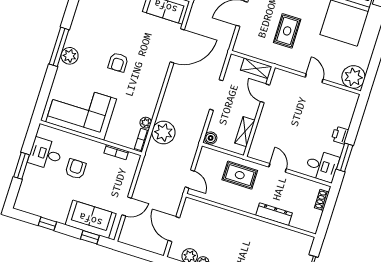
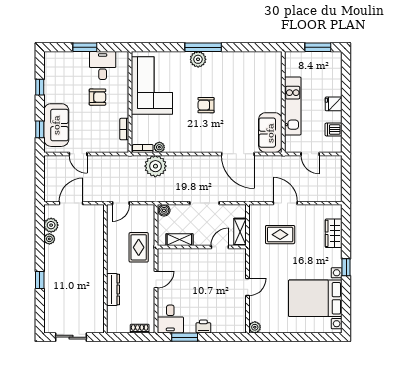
rug: (287, 31) -> (280, 235), moved
plant: (353, 77) -> (255, 327), width x0.53, depth x0.53

